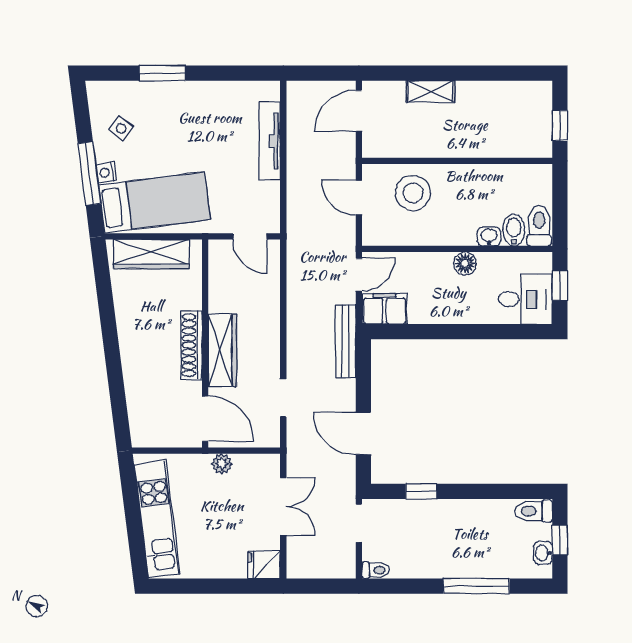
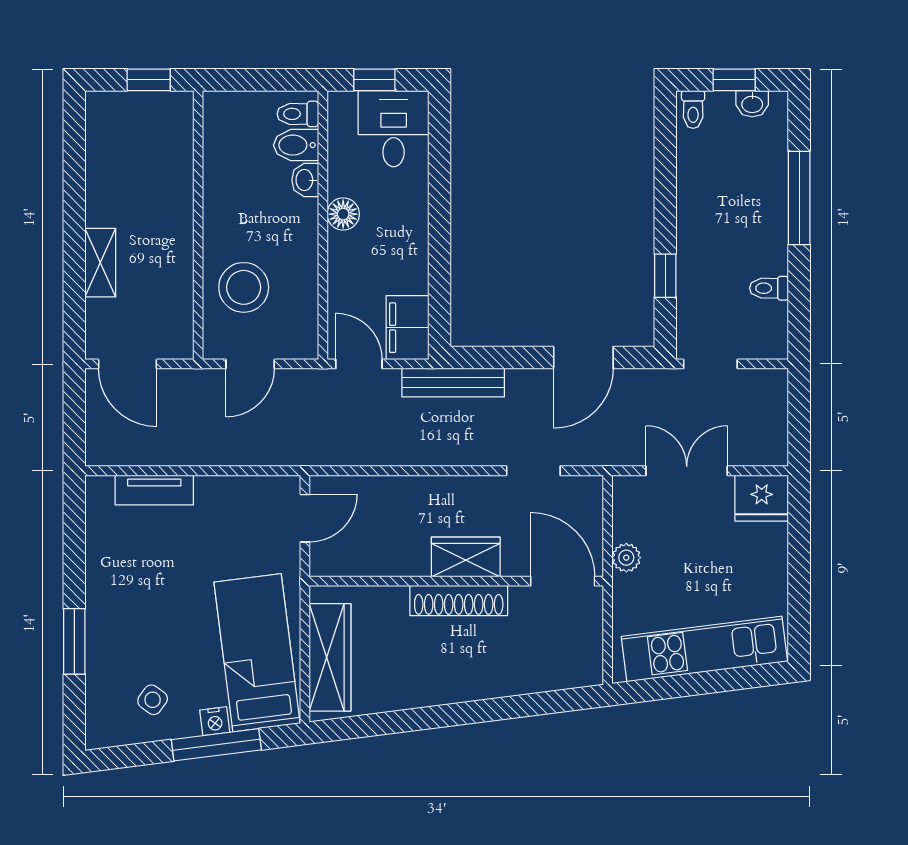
tv unit: (270, 141) -> (154, 490), width x0.71
toilet: (539, 226) -> (298, 114), width x0.73, depth x0.72
wardrobe: (222, 350) -> (466, 557), width x0.67
door: (205, 419) -> (563, 581), hinge flipped
toilet: (534, 511) -> (693, 109), width x0.73, depth x0.72
fridge: (264, 565) -> (762, 498), width x1.38
toilet: (376, 570) -> (769, 288), moved, turned -90

